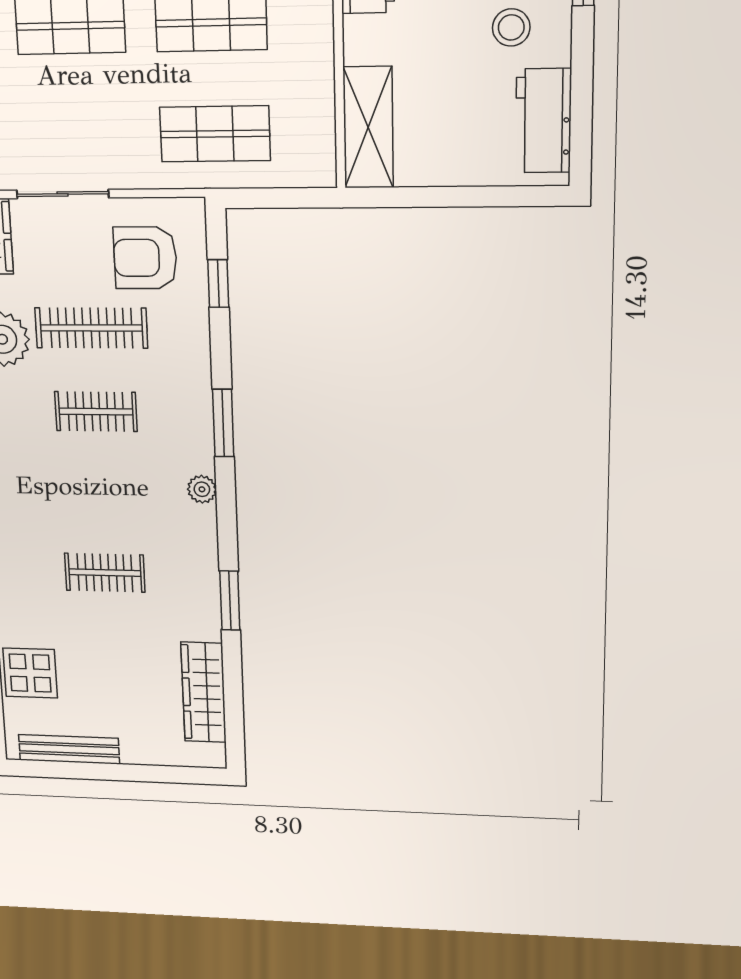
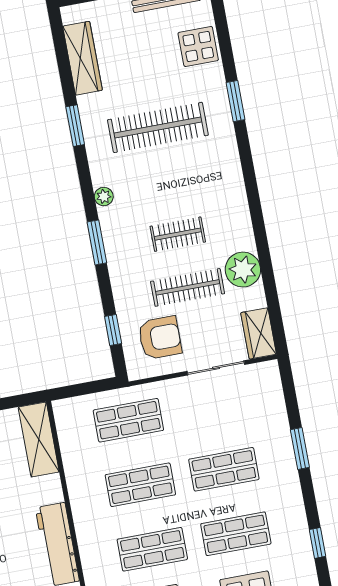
clothes rail: (105, 573) -> (158, 127), width x1.86, depth x1.31

